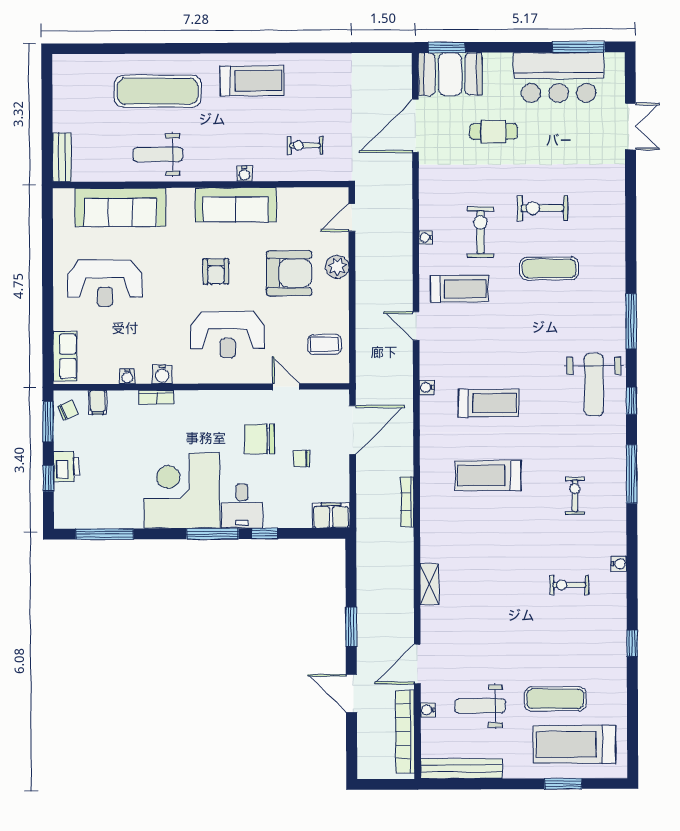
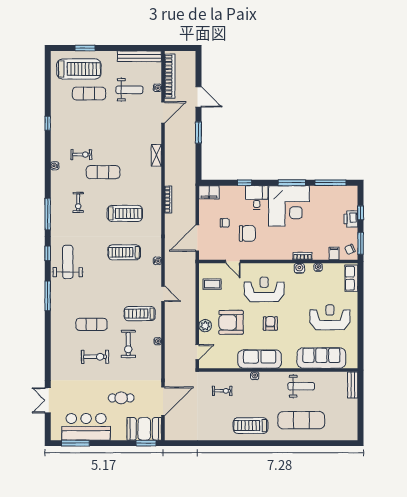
window: (212, 534) -> (292, 183), moved
exercise mat: (529, 552) -> (103, 172), added

